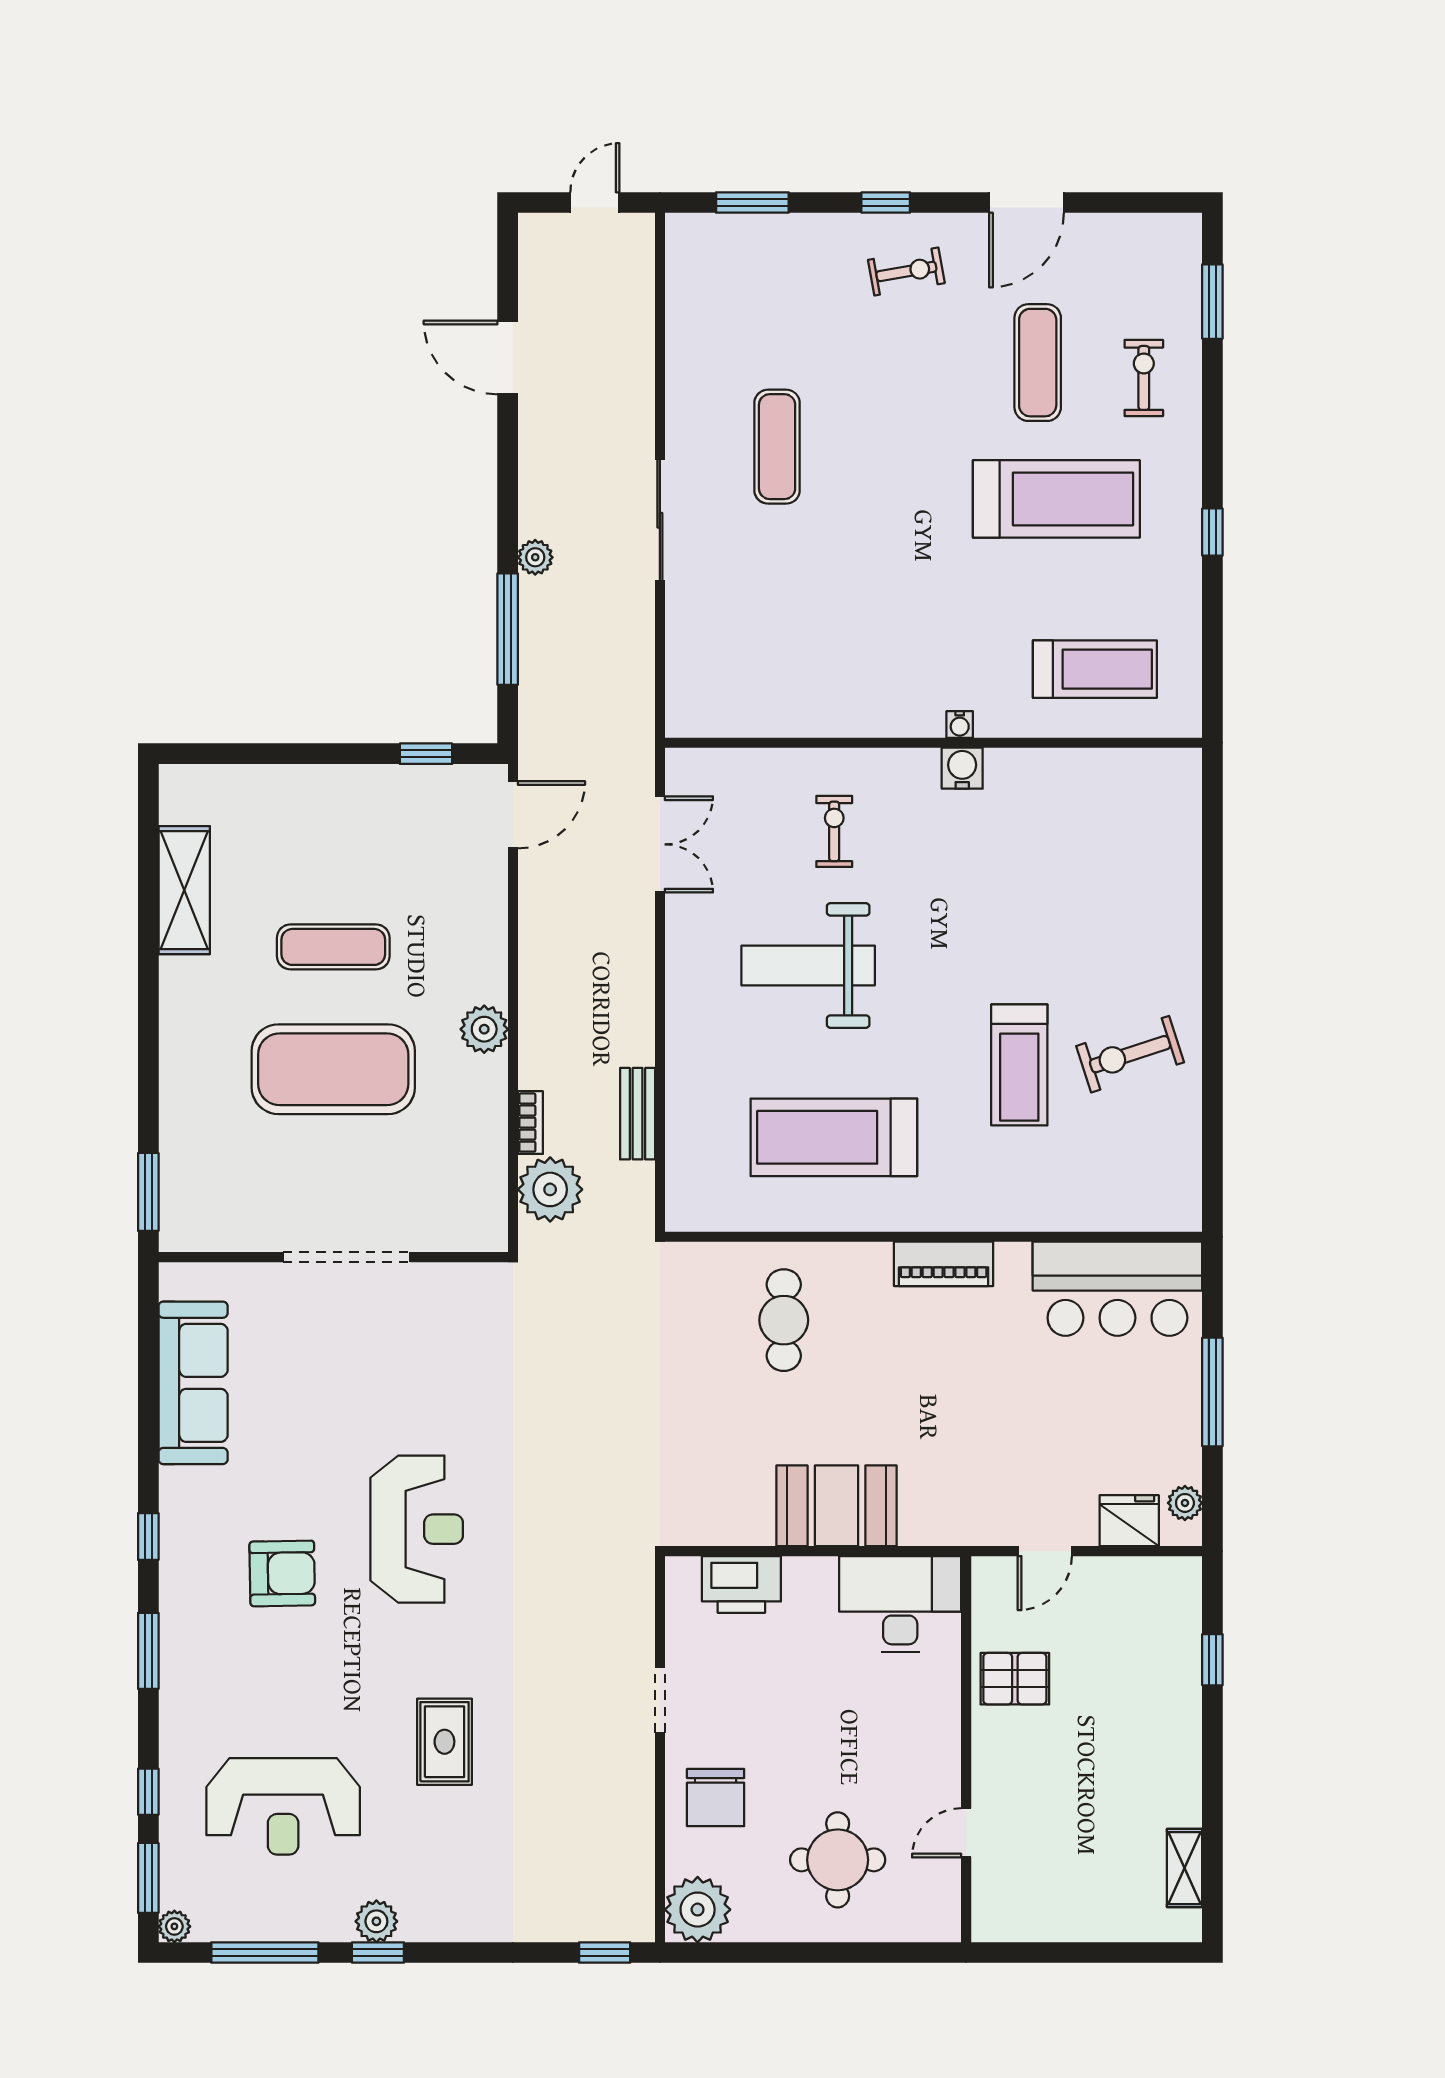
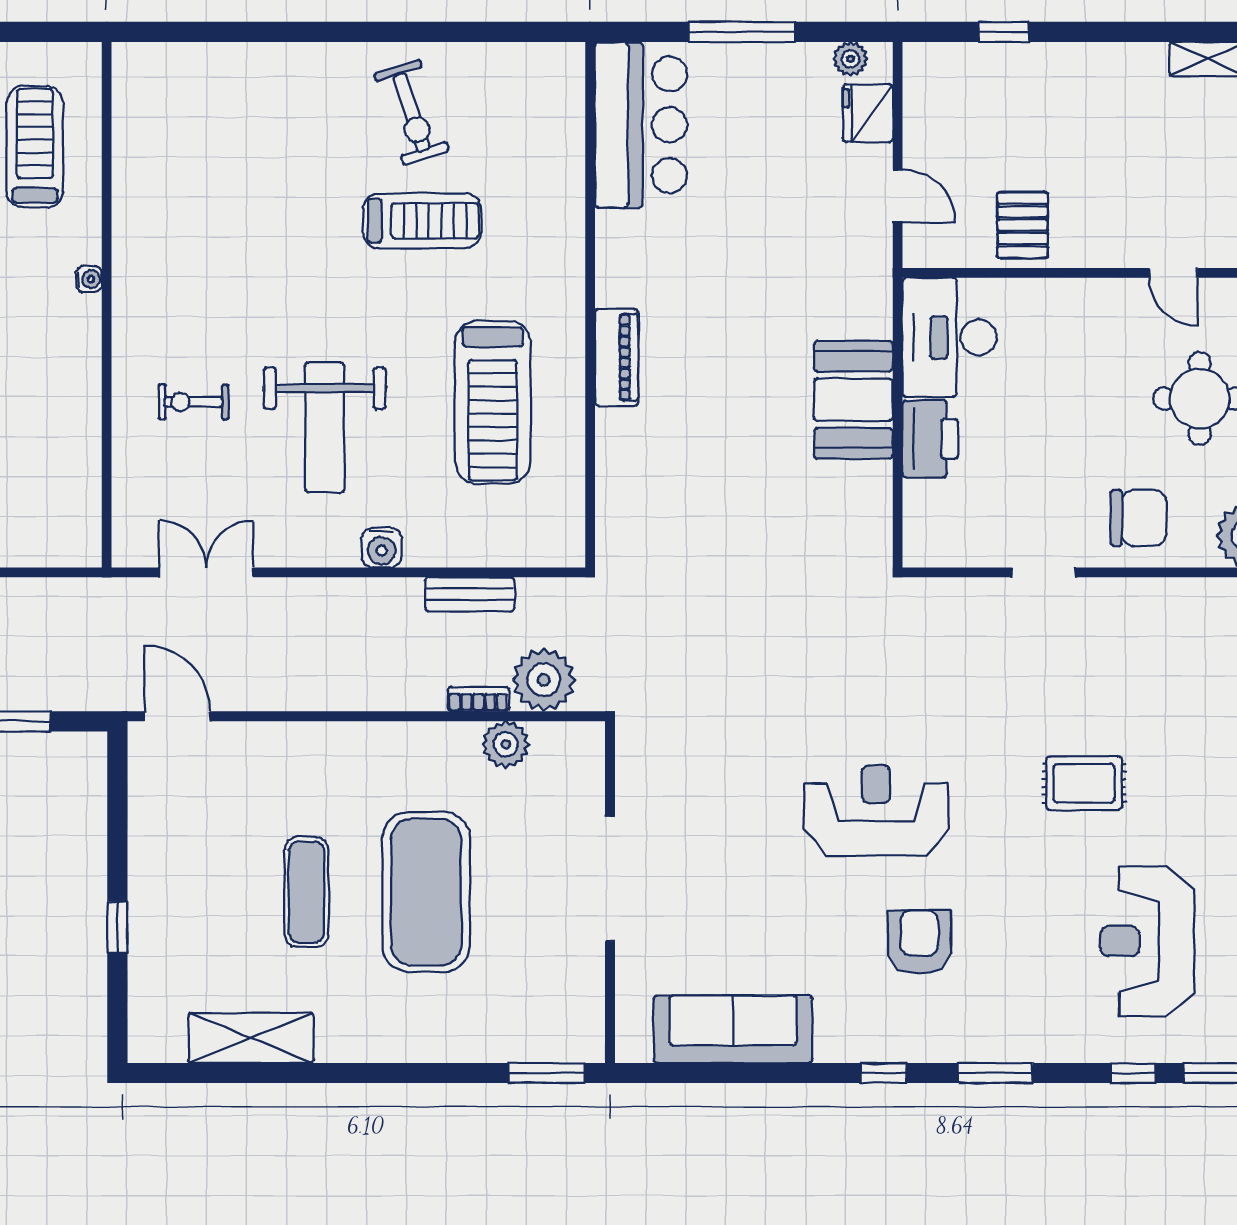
window: (426, 754) -> (117, 927), moved
water cooler: (962, 768) -> (382, 548), moved, turned -90
plant: (484, 1029) -> (506, 744), moved
piano: (944, 1264) -> (617, 357), moved
cafe table: (784, 1320) -> (672, 451), removed
printer: (741, 1584) -> (930, 439), moved
reception desk: (283, 1806) -> (1147, 941), turned 180

